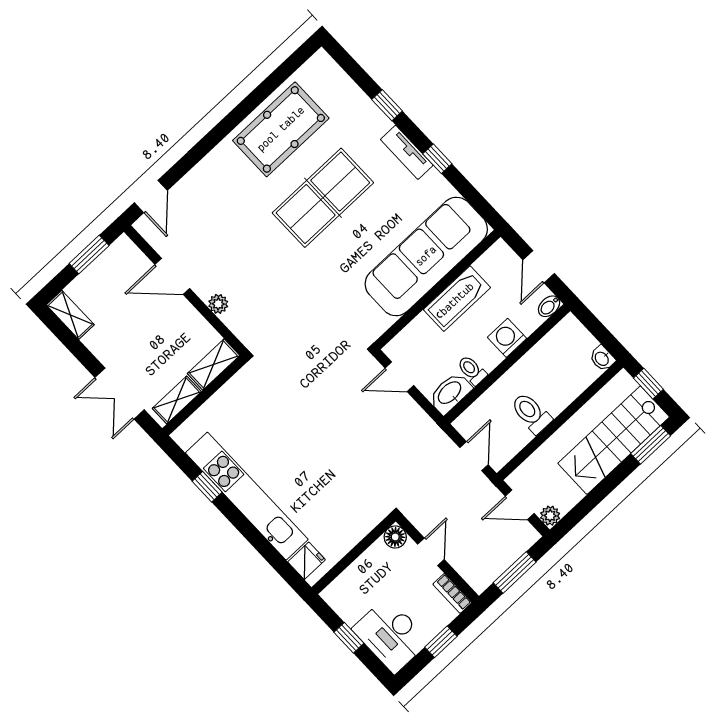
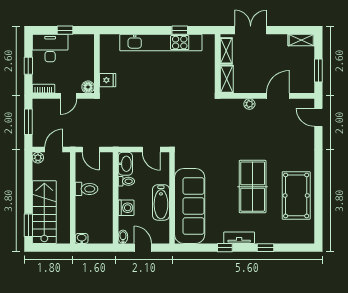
door: (399, 377) -> (151, 150), swing flipped
window: (648, 384) -> (54, 248), removed
door: (431, 552) -> (68, 96), hinge flipped
fridge: (307, 561) -> (108, 80), moved, turned -90

